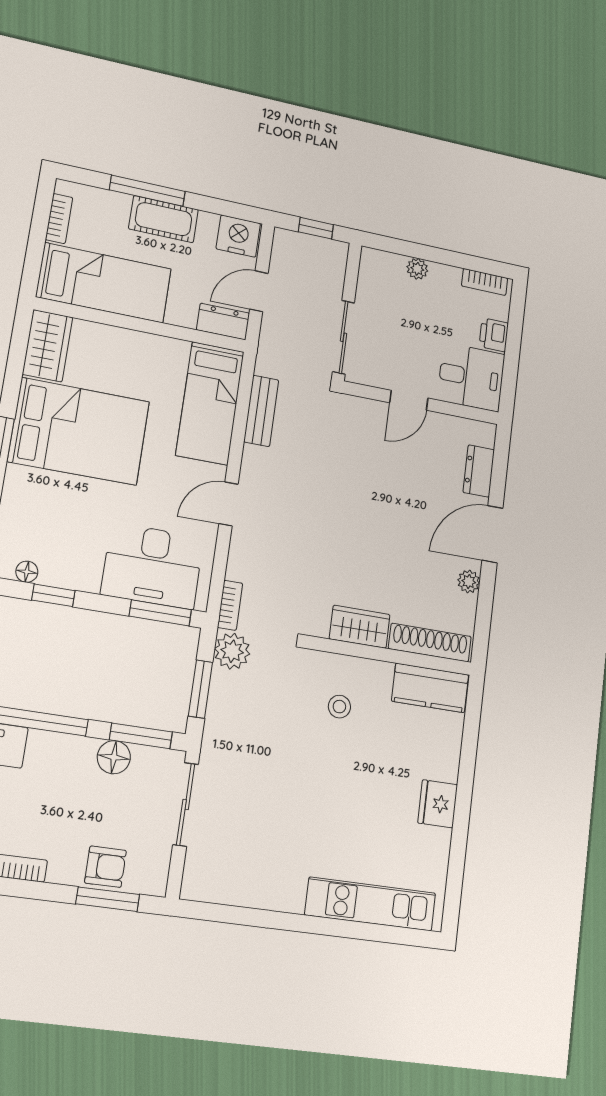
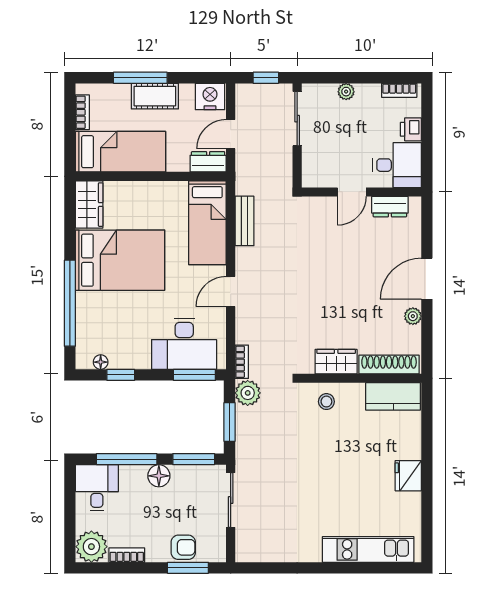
sliding door: (344, 337) -> (297, 119), moved
dresser: (479, 471) -> (390, 207), moved, turned -90
stool: (339, 707) -> (326, 402), moved
floor lamp: (114, 757) -> (159, 476), moved

